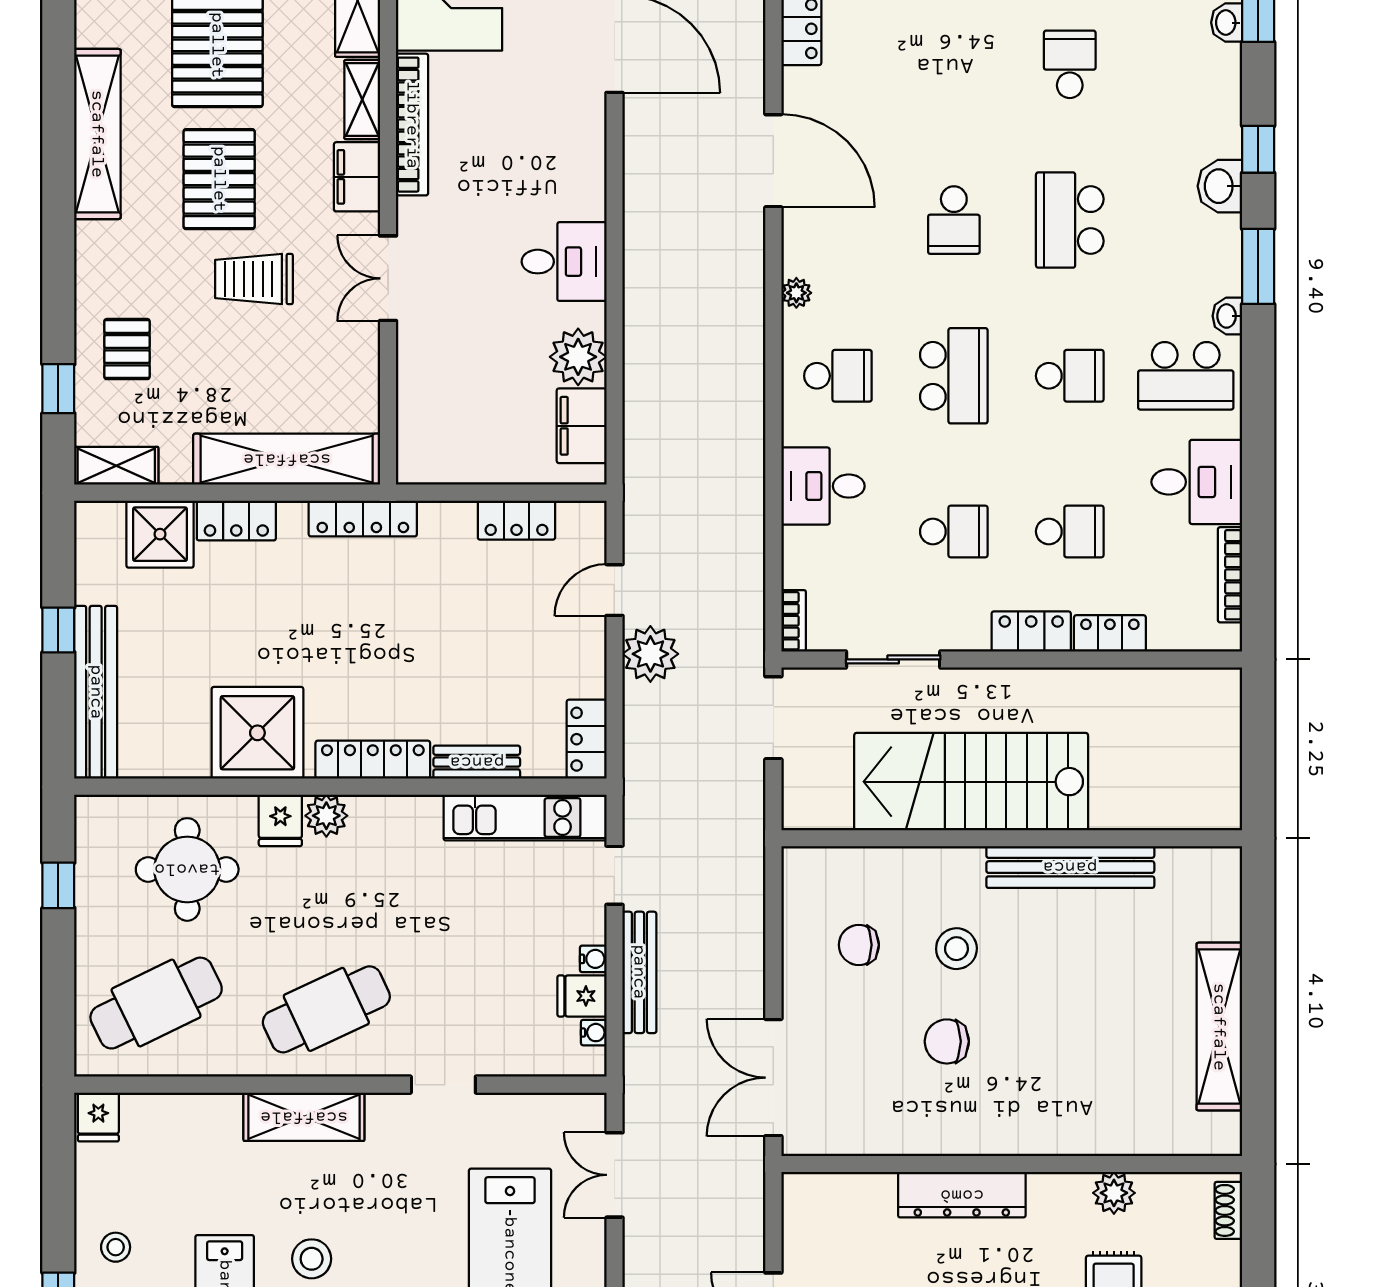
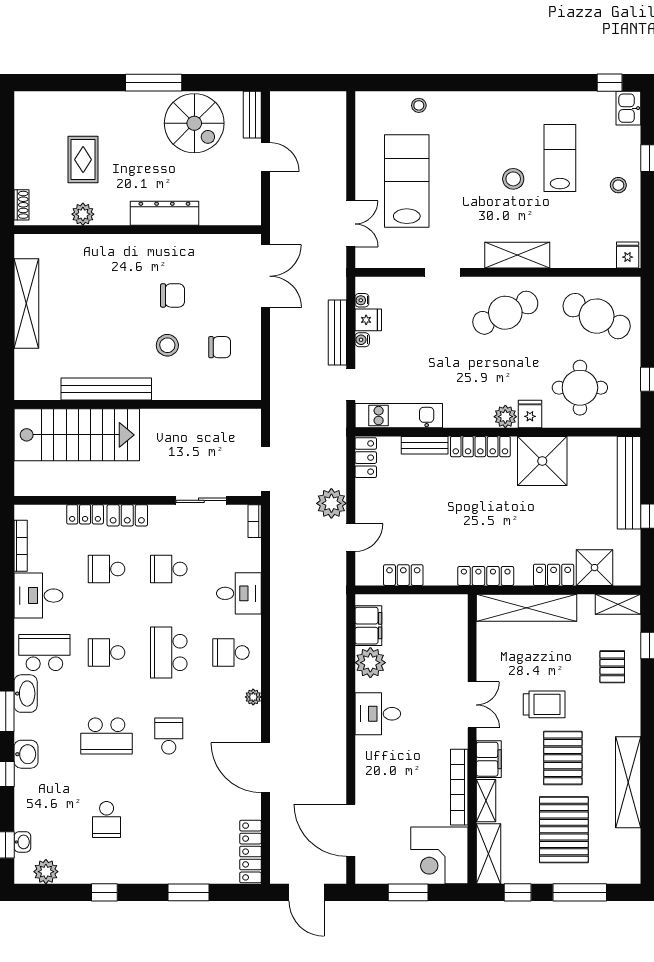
school desk: (1070, 220) -> (107, 736), turned 90
washbasin: (1227, 316) -> (26, 694), width x1.91, depth x1.45
stairs: (971, 782) -> (77, 435), moved
cafe table: (156, 1003) -> (597, 316), turned 52

